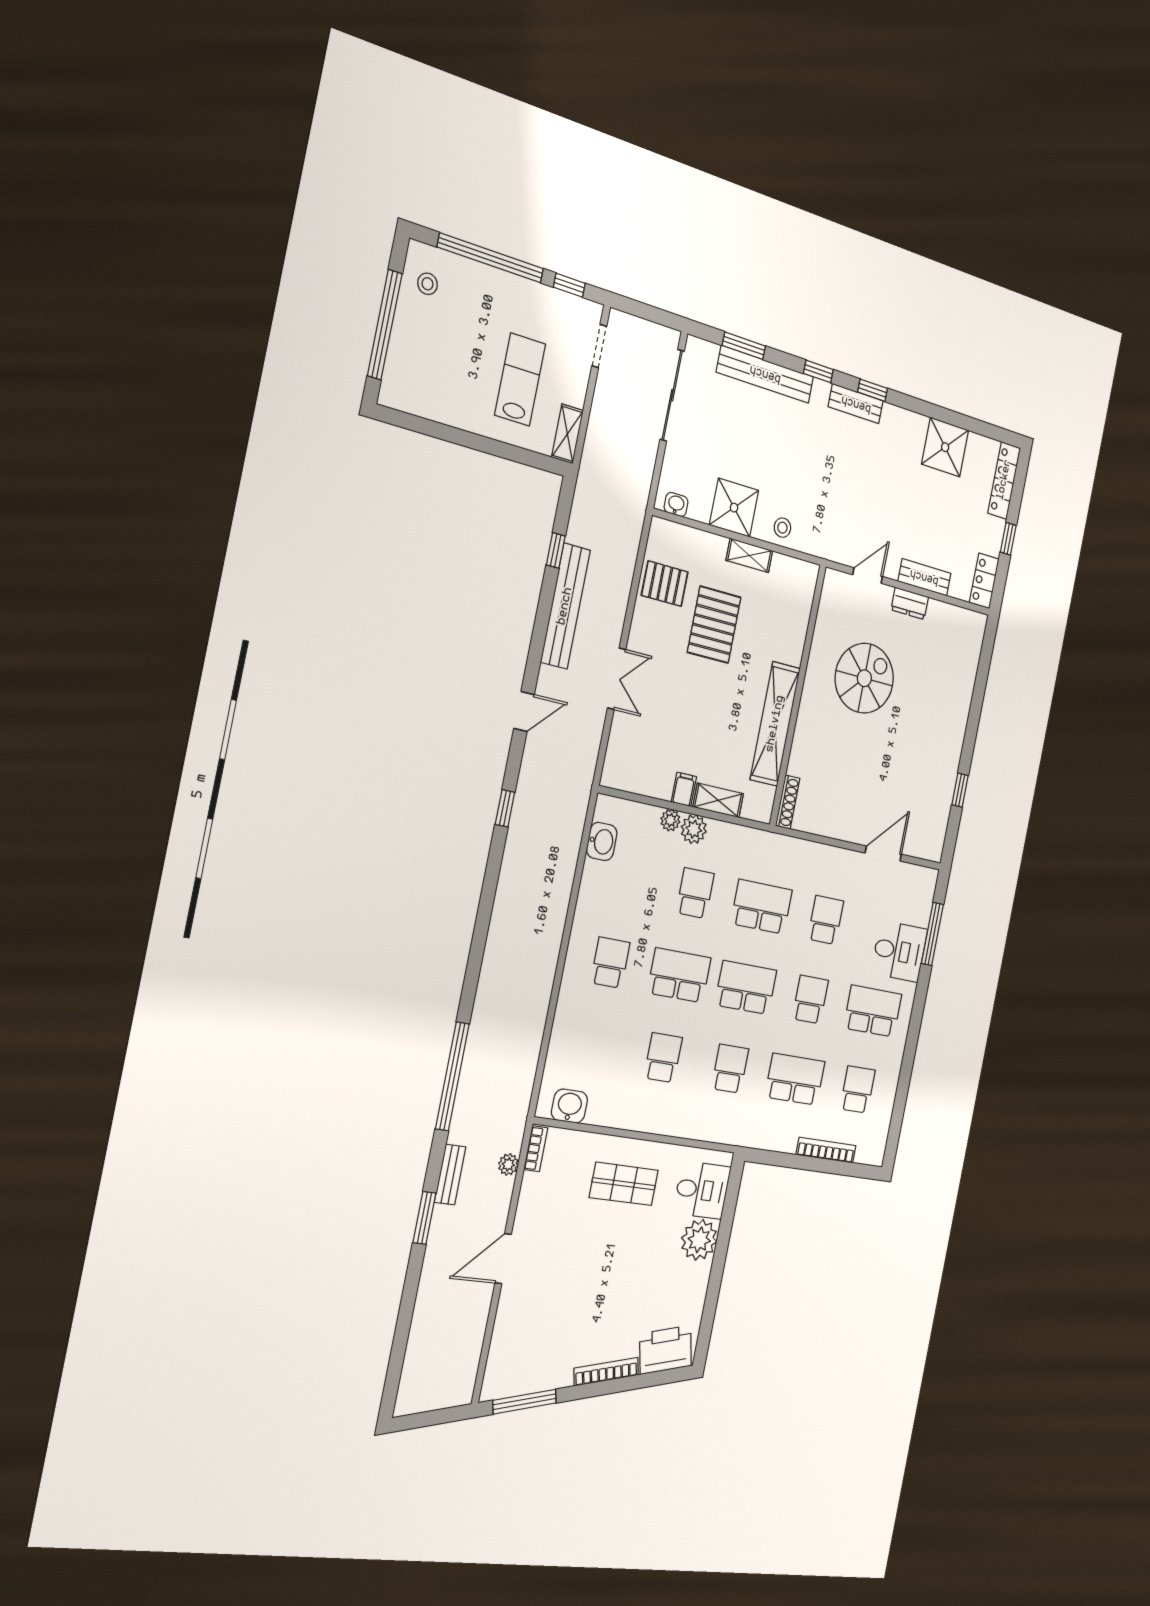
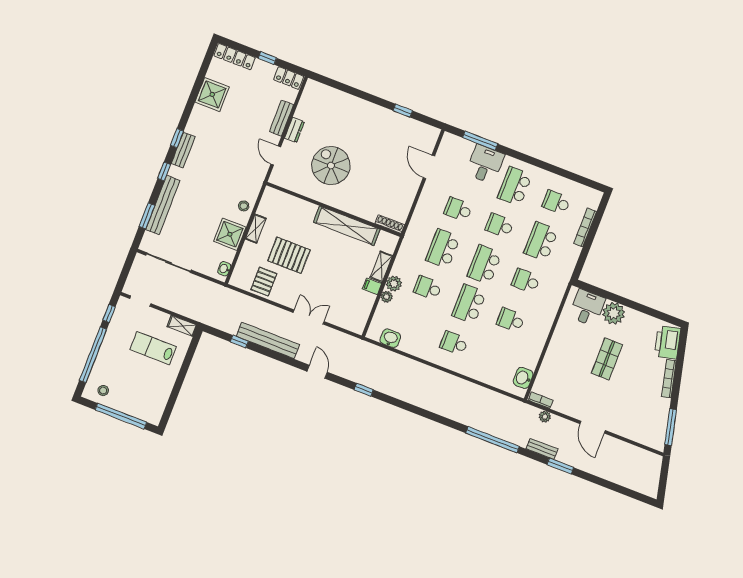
shop shelf: (624, 1184) -> (607, 359), moved

